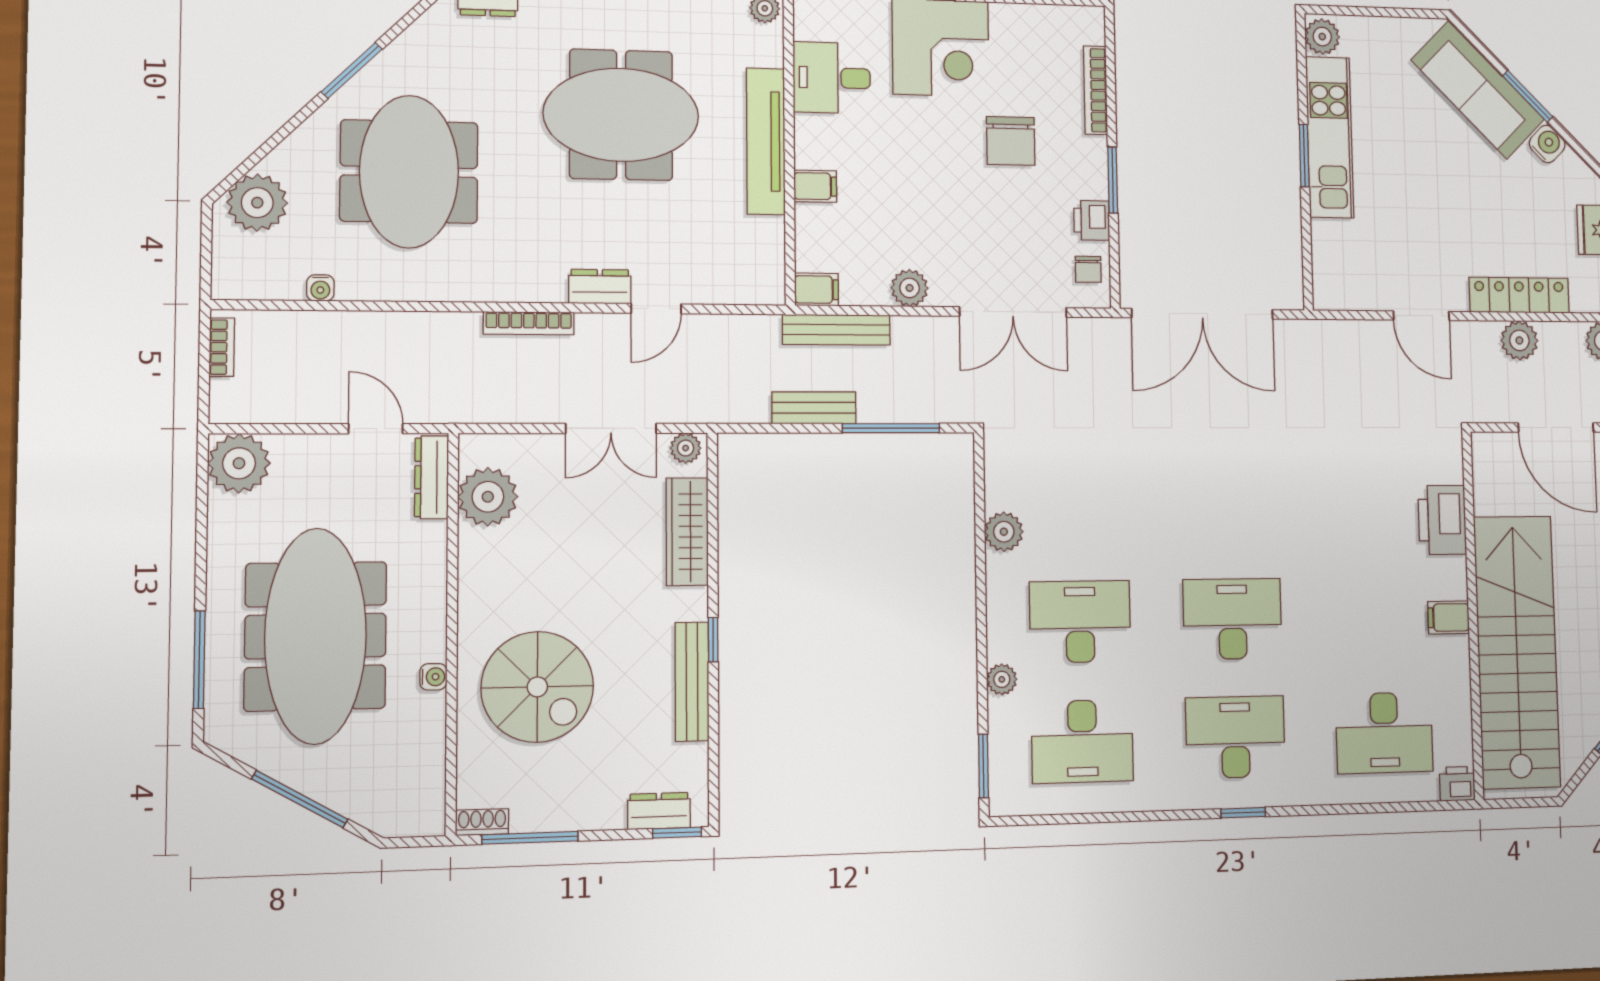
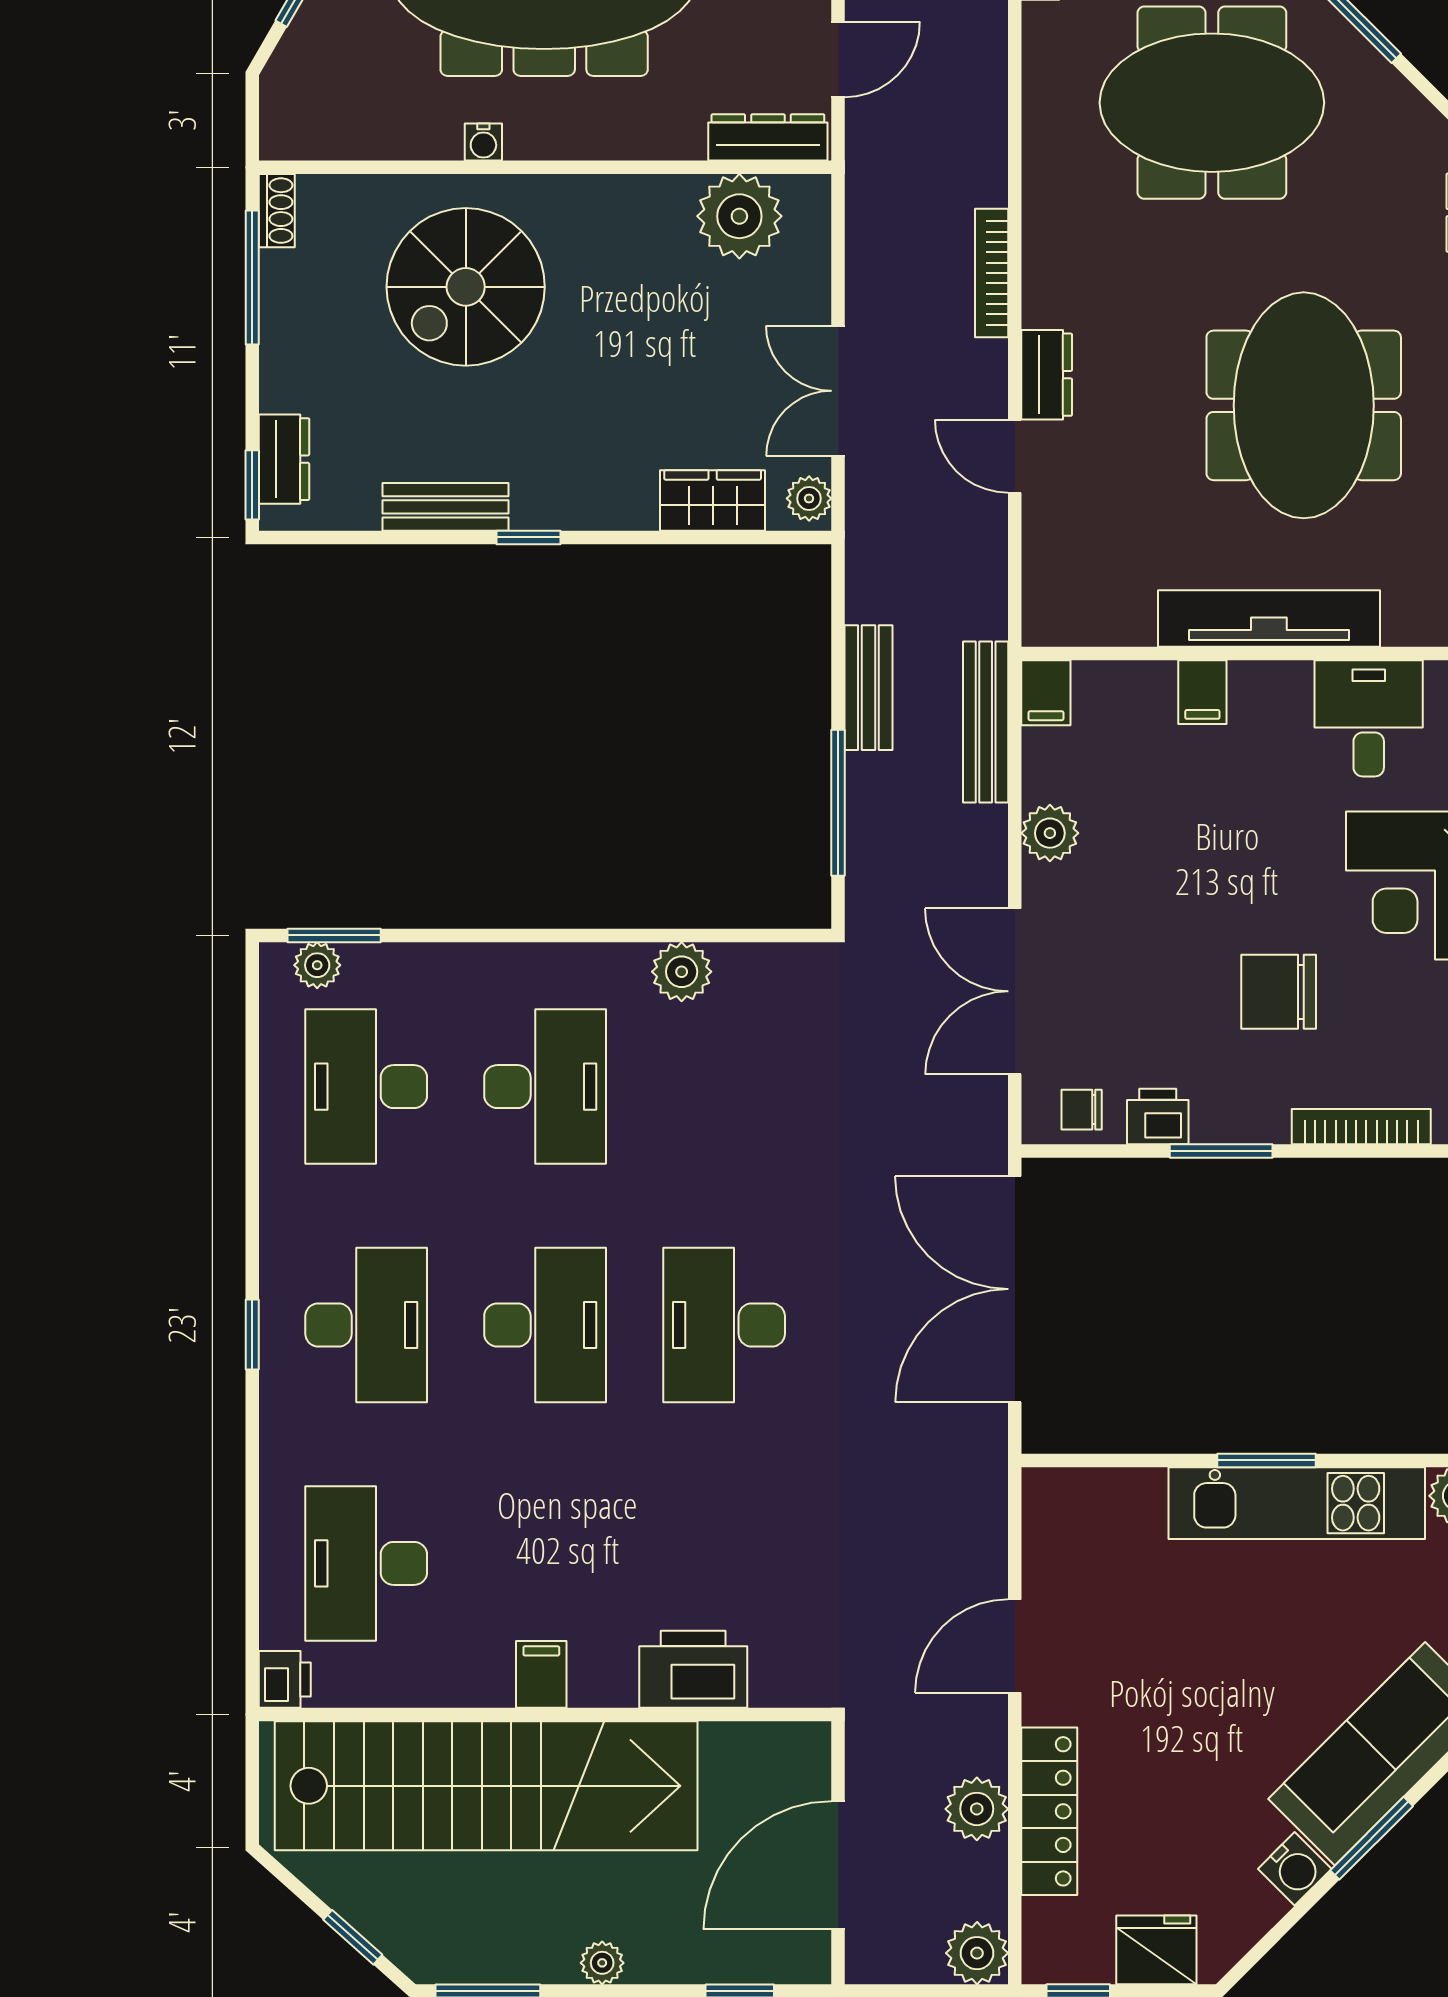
desk: (1230, 502) -> (724, 1325), added
wardrobe: (687, 532) -> (713, 500), width x0.67
plant: (1002, 679) -> (317, 965), moved
bench: (692, 682) -> (446, 507), width x0.73

